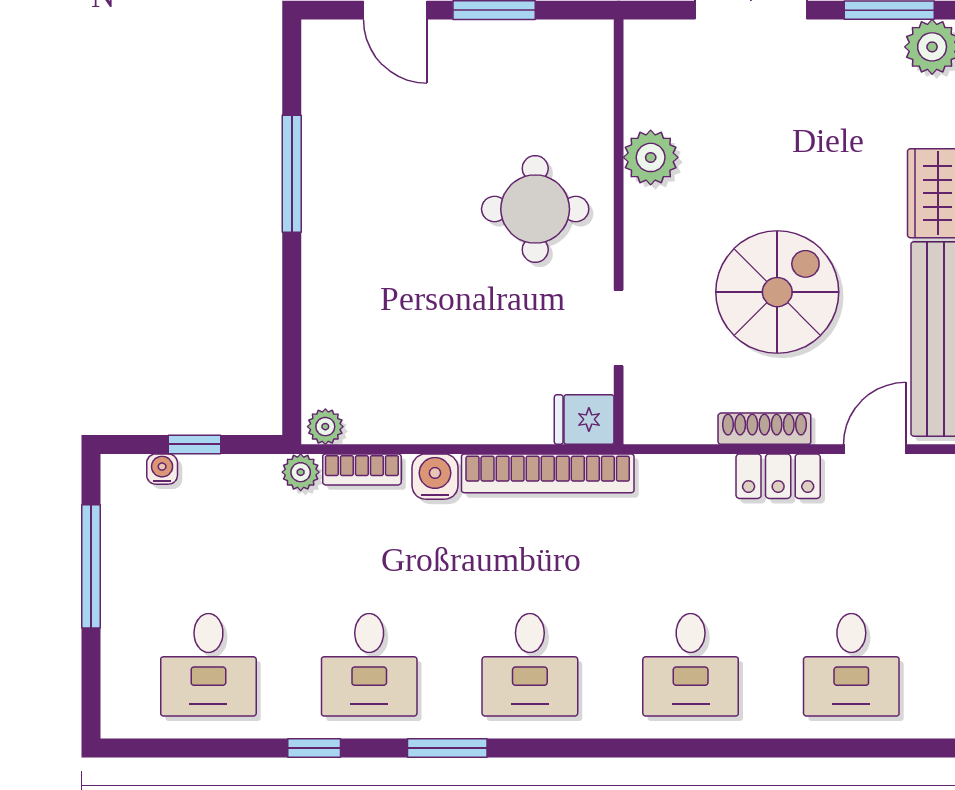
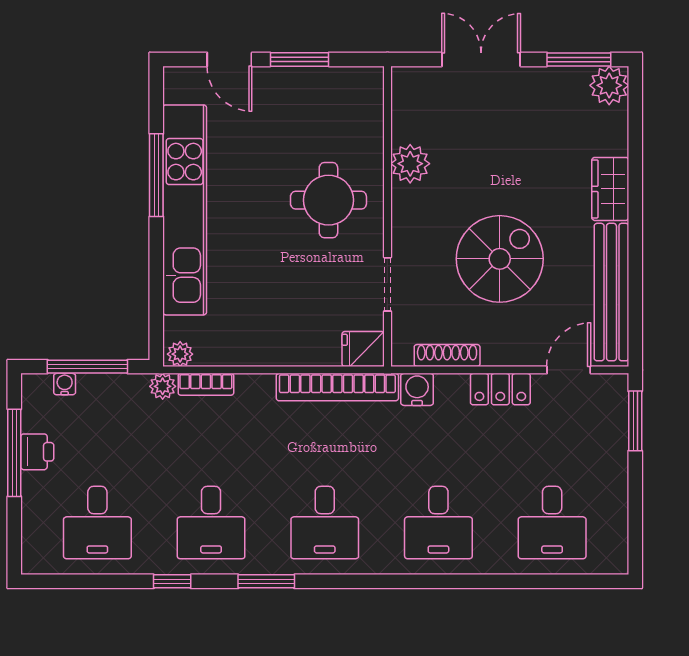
kitchen unit: (332, 223) -> (185, 210), added
shoe rack: (764, 429) -> (447, 356), moved
window: (194, 444) -> (87, 367), width x2.17
water cooler: (435, 477) -> (417, 389), moved
printer: (123, 565) -> (37, 452), added

